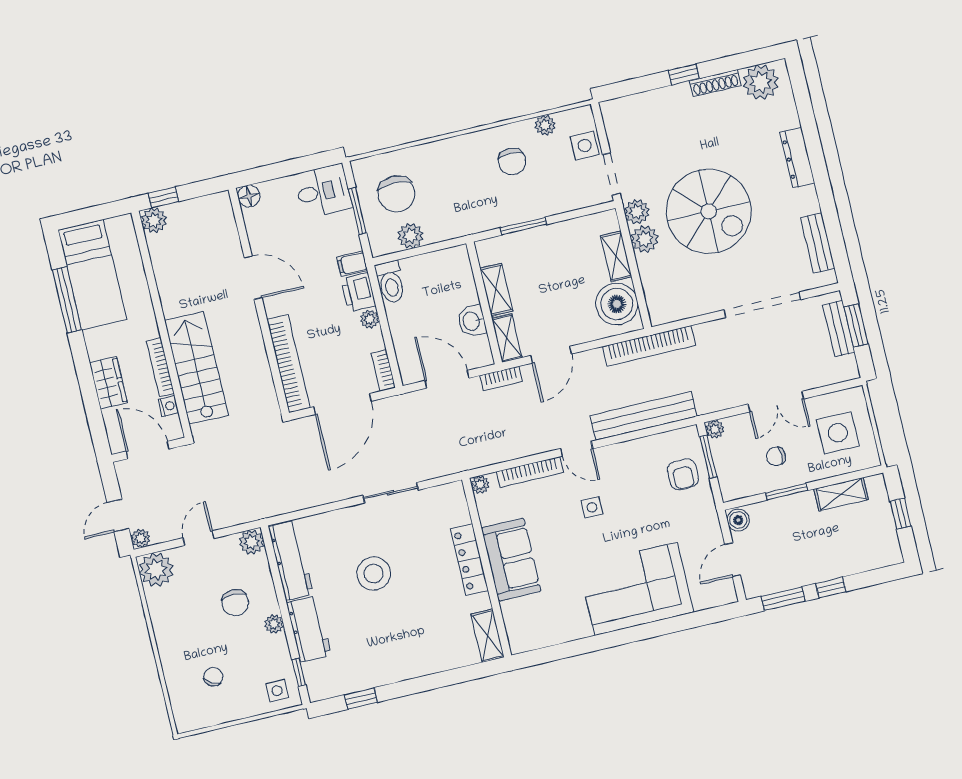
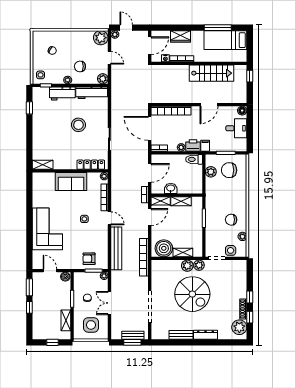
window: (731, 63) -> (250, 317), added
desk: (323, 191) -> (236, 128), moved, turned -90
spiral stairs: (709, 211) -> (192, 294), turned -90
plant: (154, 220) -> (241, 70), removed
bench: (818, 243) -> (181, 335), moved
door: (551, 355) -> (150, 217), swing flipped
stairs: (196, 368) -> (212, 73), moved
door: (577, 449) -> (109, 218), swing flipped
locker: (469, 560) -> (91, 165), moved

